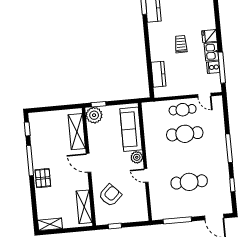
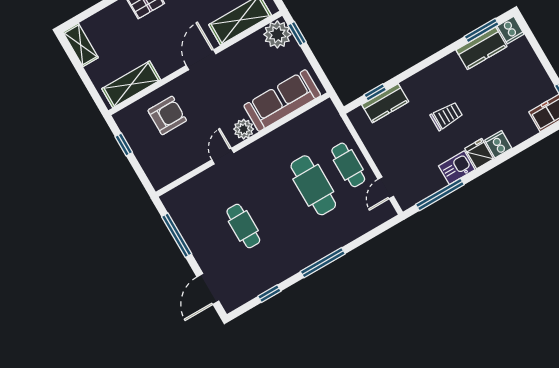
cooker: (213, 67) -> (498, 144), moved
window: (150, 77) -> (375, 92), added
cafe table: (189, 182) -> (243, 226), width x0.73, depth x0.74
armchair: (110, 195) -> (167, 115), turned -47

